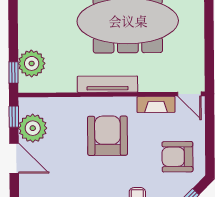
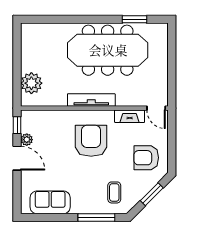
window: (13, 72) -> (17, 90), removed
plant: (33, 128) -> (27, 140), width x0.53, depth x0.53

